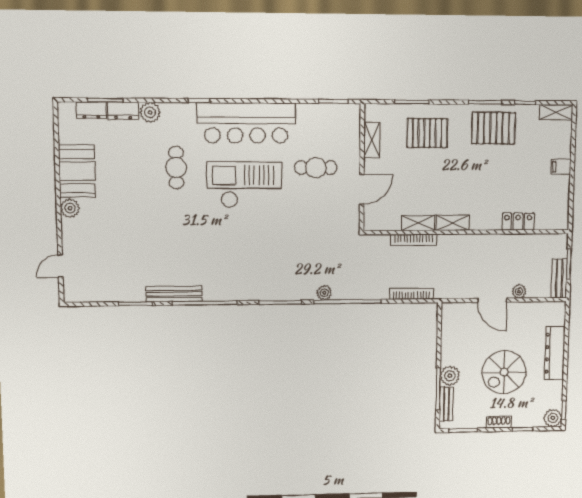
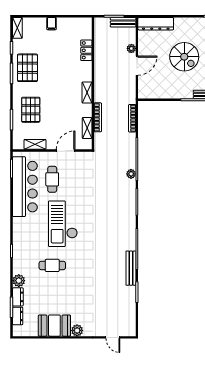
bar counter: (246, 123) -> (25, 187), moved
door: (362, 189) -> (66, 150), hinge flipped
shelving: (418, 223) -> (87, 128), moved
dresser: (555, 353) -> (156, 24), moved
plant: (450, 376) -> (186, 92), removed

